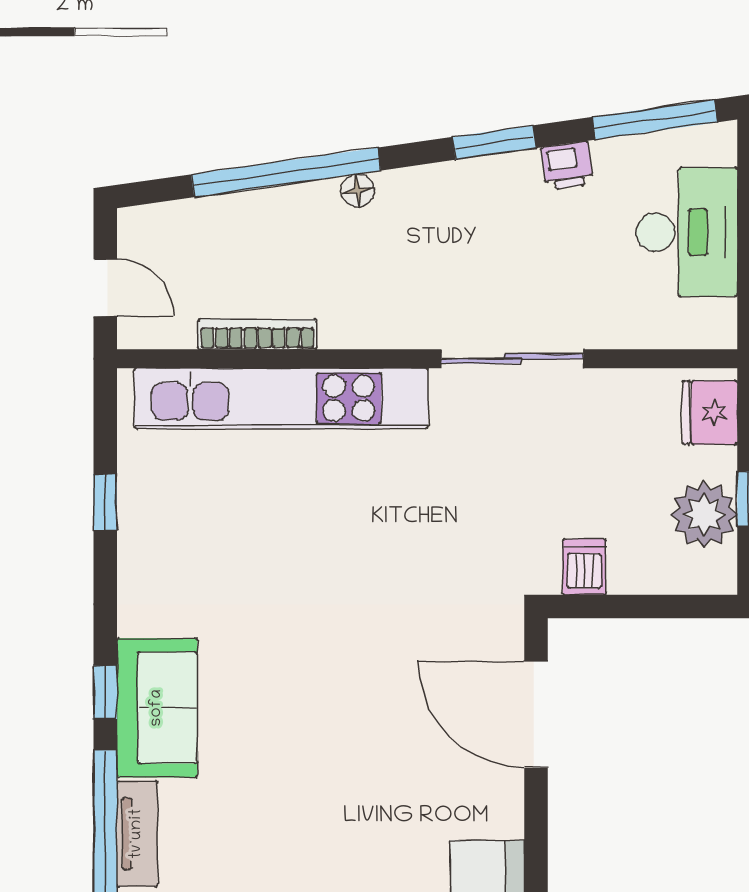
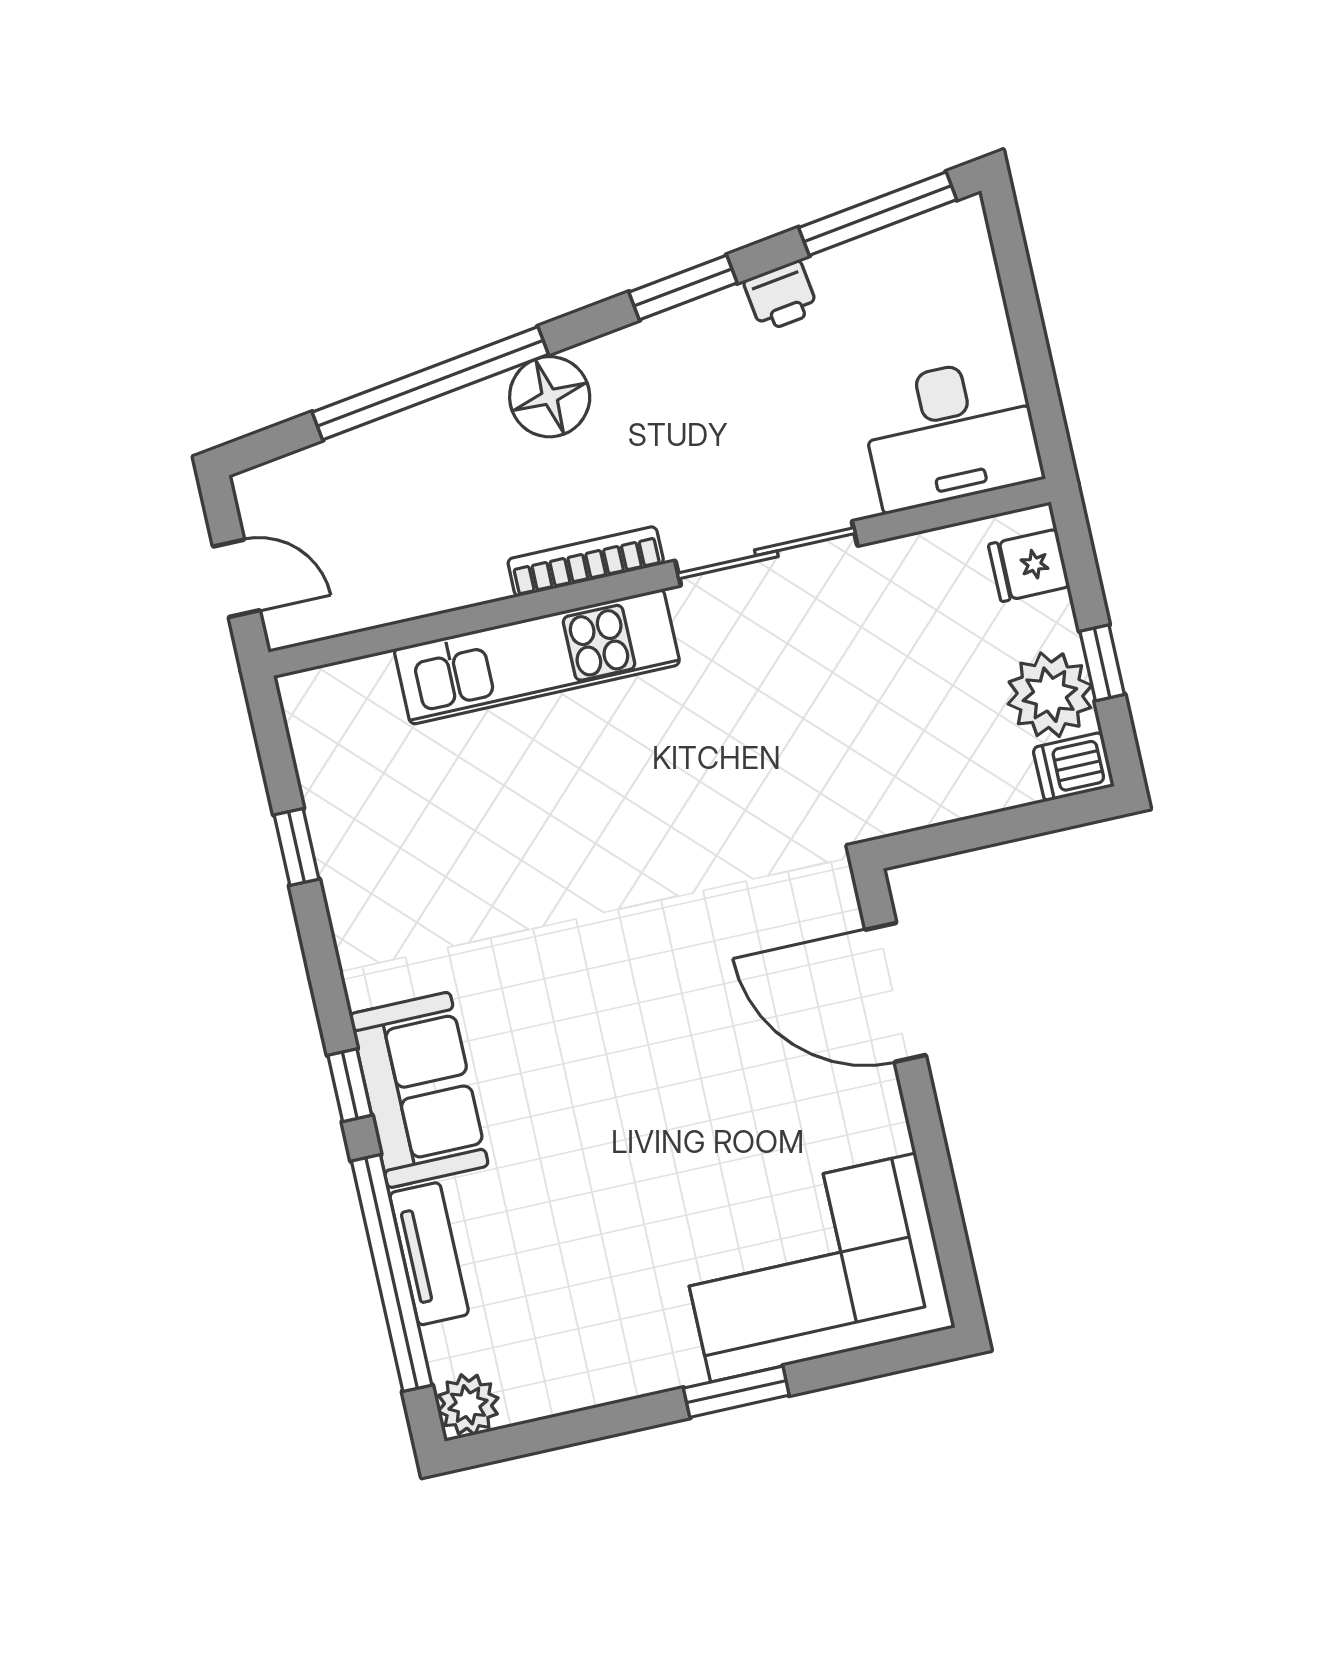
floor lamp: (358, 191) -> (550, 397), width x1.89, depth x1.89
desk: (687, 232) -> (951, 433), moved, turned 90
bookcase: (257, 334) -> (586, 561), moved
kitchen unit: (281, 398) -> (537, 657), width x0.73
fridge: (710, 413) -> (1029, 565), width x0.72
dishwasher: (584, 567) -> (1073, 767), moved, turned -90

